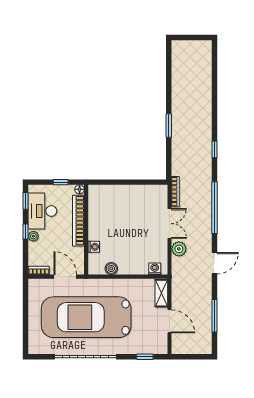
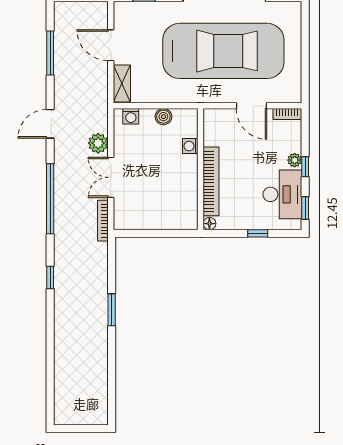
floor lamp: (80, 189) -> (209, 224), moved
bookcase: (78, 221) -> (211, 181), moved
wall: (86, 230) -> (201, 169), moved
washing machine: (94, 247) -> (190, 146), moved
boiler: (111, 269) -> (163, 117), moved

